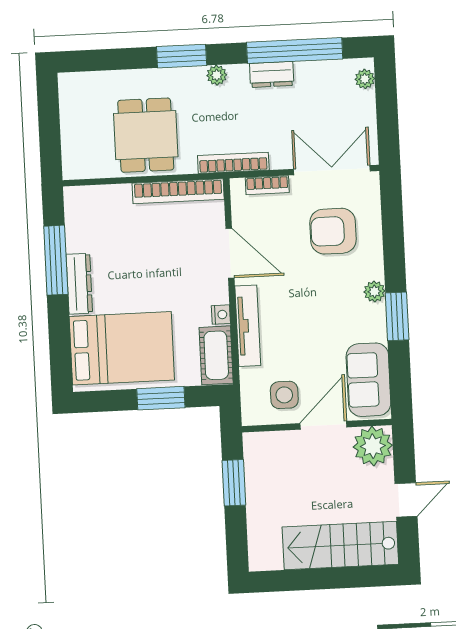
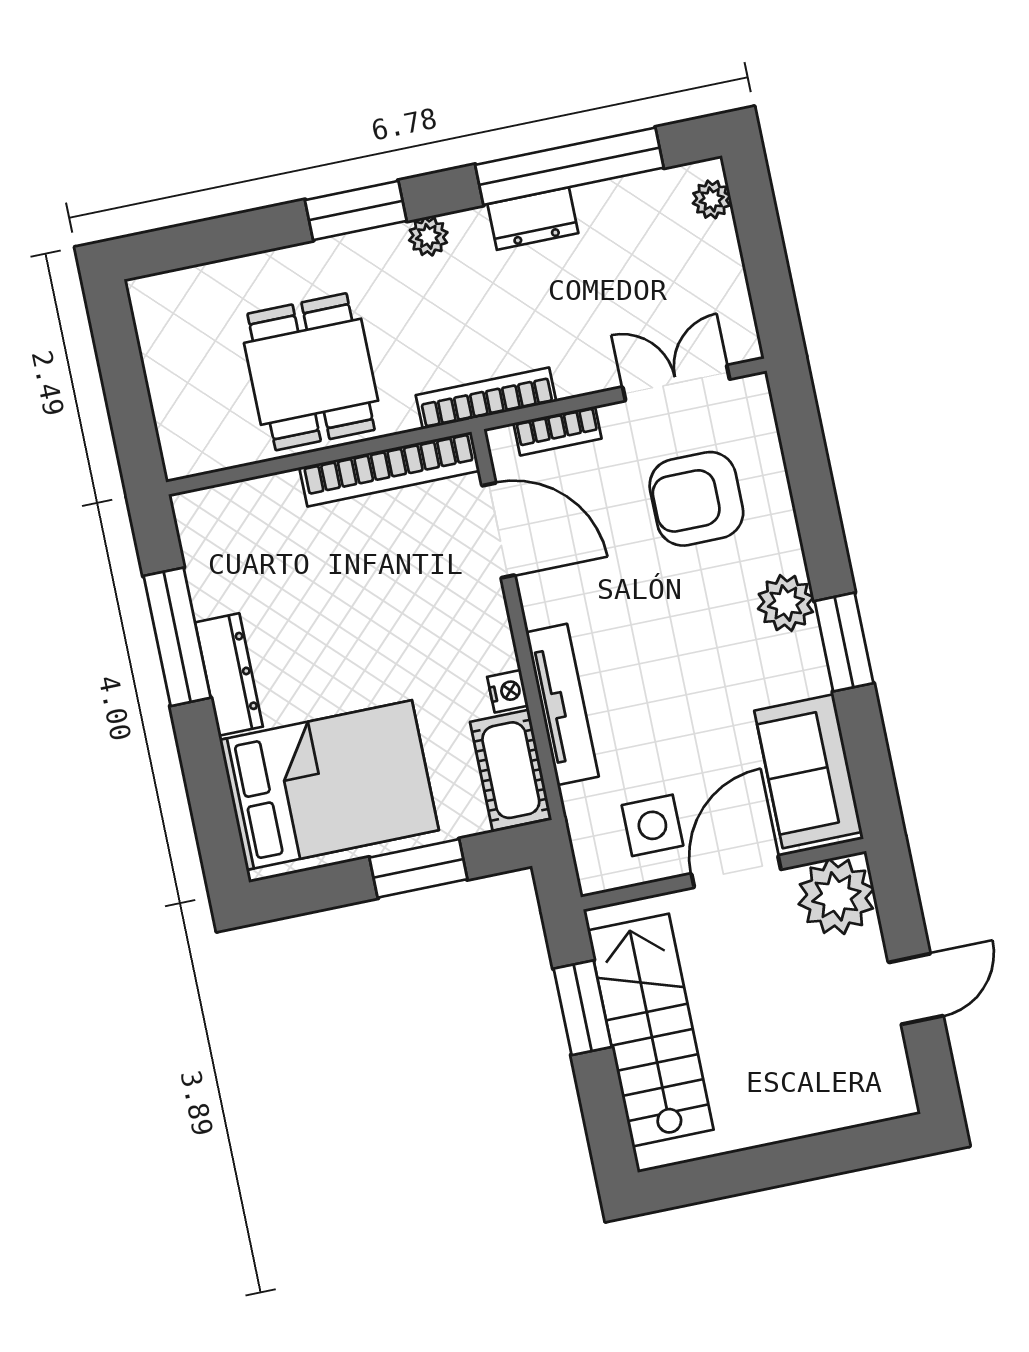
double door: (332, 170) -> (676, 383), width x0.73
door: (230, 253) -> (498, 530), moved
plant: (374, 291) -> (786, 603), width x1.38, depth x1.38
stairs: (340, 546) -> (651, 1030), moved, turned 90

